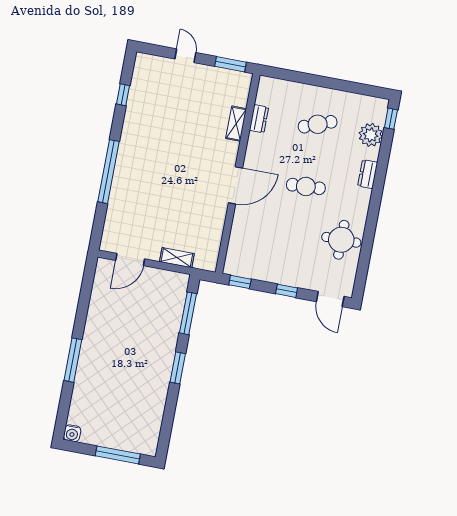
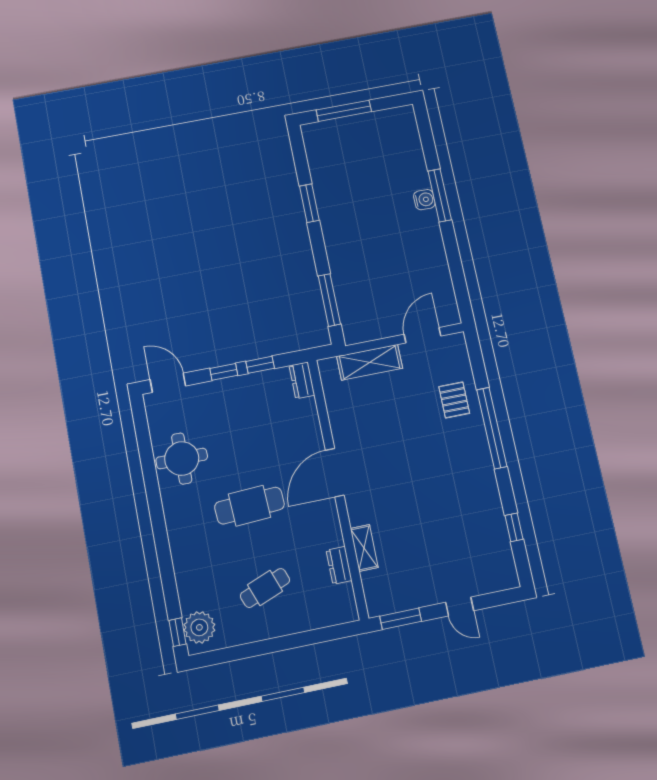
plant: (371, 135) -> (199, 627), moved
dresser: (368, 174) -> (302, 380), moved, turned 180
cafe table: (306, 186) -> (249, 506), width x1.37, depth x1.35
pallet: (127, 203) -> (454, 400), added
shelving: (177, 258) -> (370, 362), width x1.50, depth x1.33
window: (240, 282) -> (260, 365), moved
window: (178, 368) -> (309, 203), moved
water cooler: (72, 433) -> (424, 200), moved, turned 90

